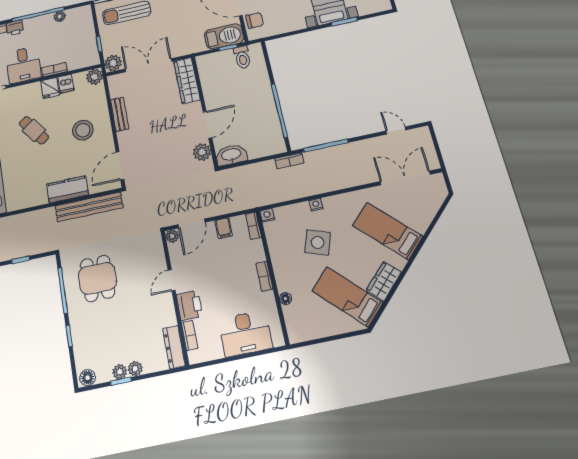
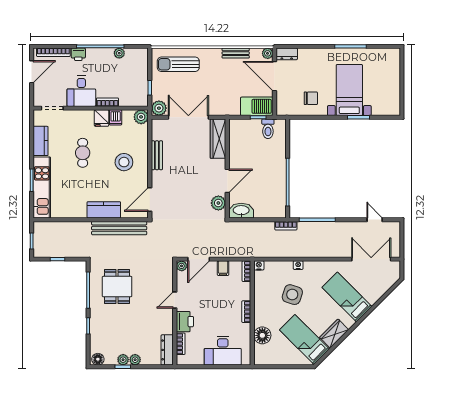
chair: (255, 20) -> (311, 98), moved
cafe table: (34, 130) -> (83, 153), turned 36
floor lamp: (285, 299) -> (262, 335), width x1.89, depth x1.89

